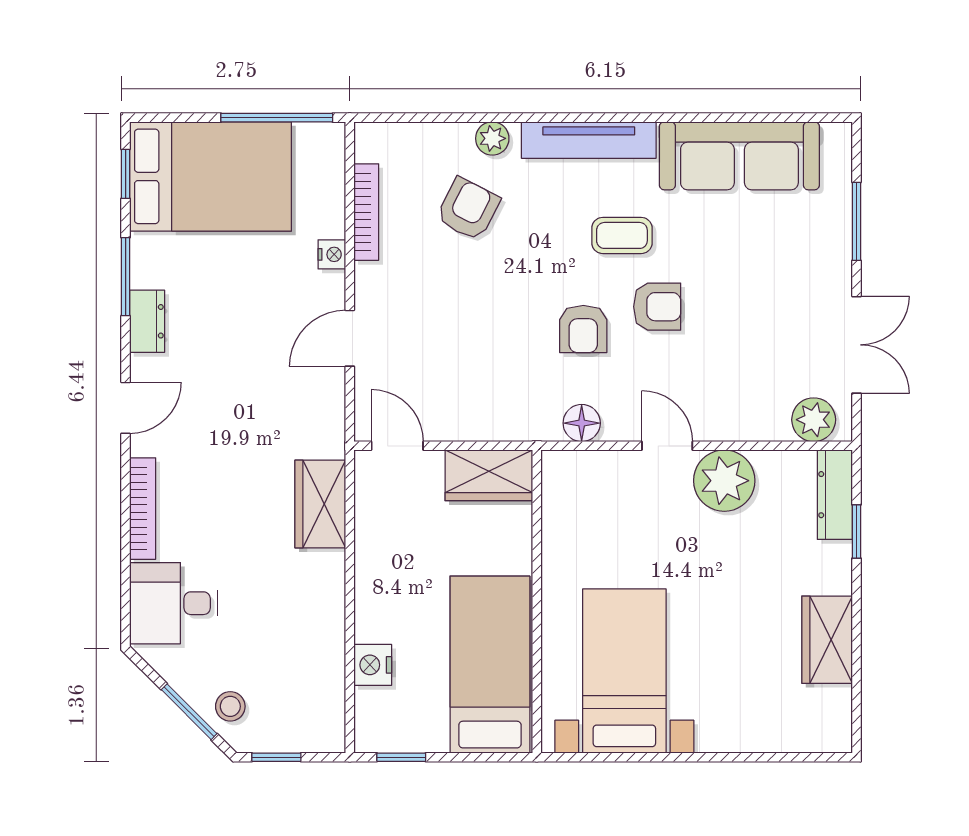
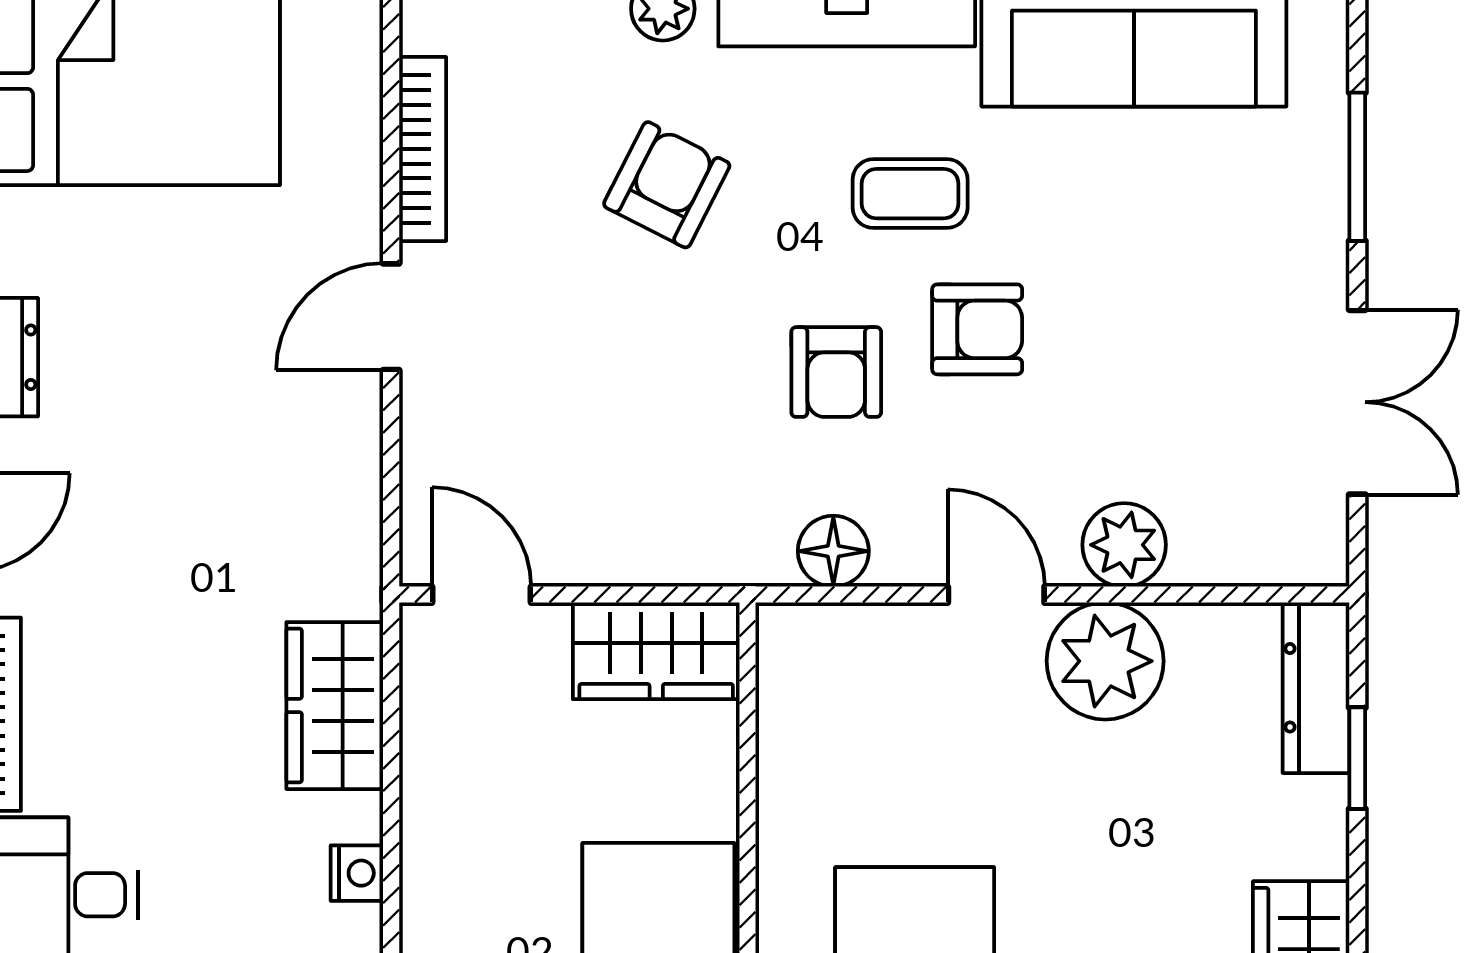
armchair: (468, 209) -> (667, 185), moved
nightstand: (332, 254) -> (357, 873), moved
door: (350, 338) -> (391, 317), moved
plant: (814, 420) -> (1124, 545), moved

